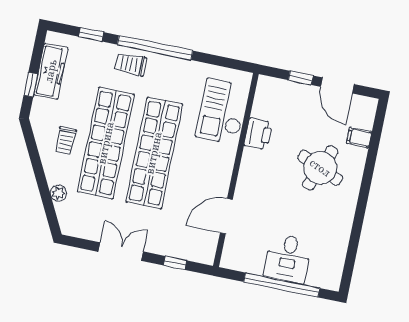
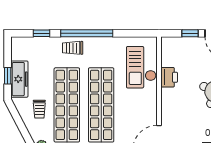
freezer: (51, 71) -> (19, 79), moved

